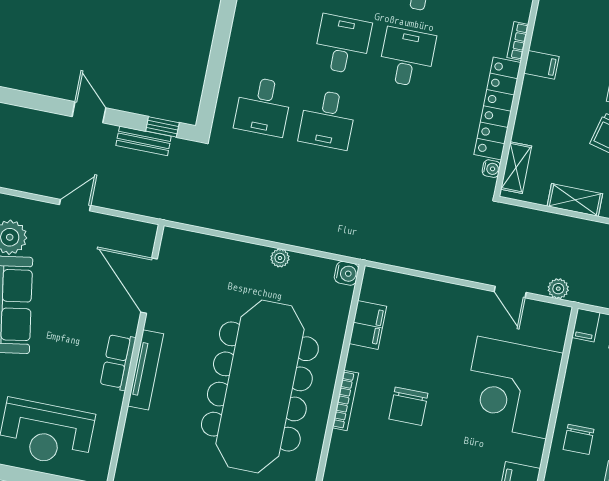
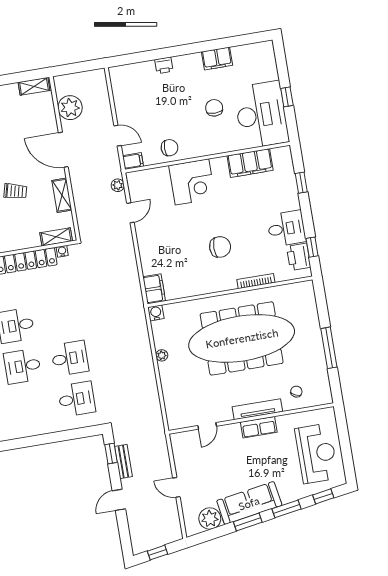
door: (149, 286) -> (207, 426), width x0.53
filing cabinet: (368, 325) -> (154, 289), moved, turned 90
corner desk: (512, 387) -> (192, 182), width x0.74, depth x0.74
bookcase: (345, 400) -> (256, 281), moved
chair: (150, 438) -> (296, 392), added
chair: (579, 439) -> (169, 148), moved

